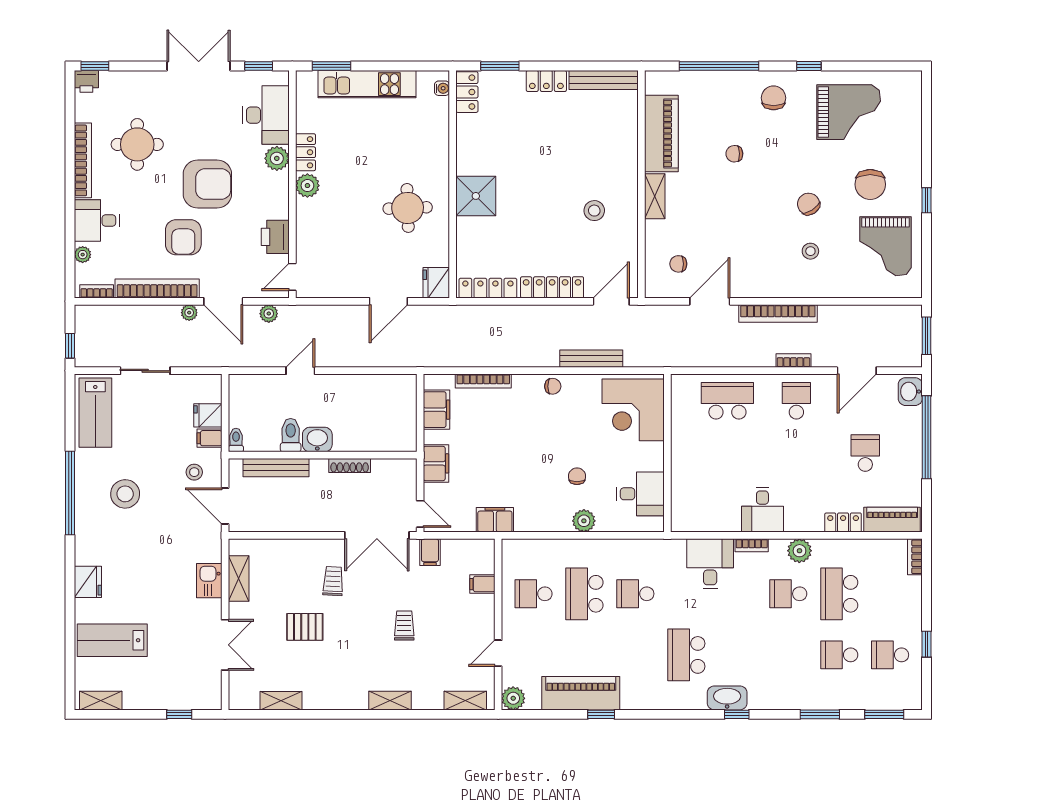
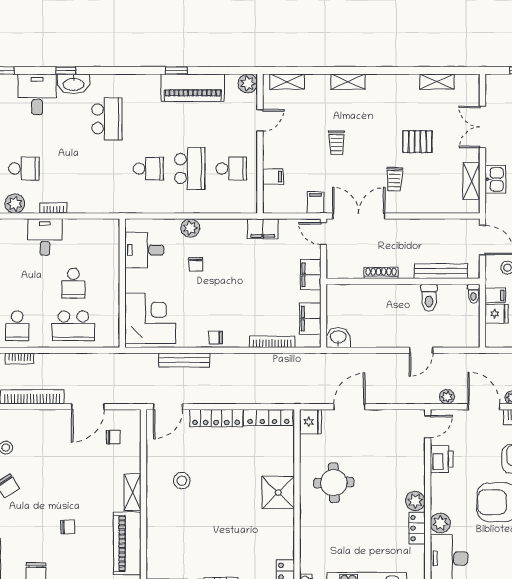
washbasin: (317, 440) -> (338, 337), moved, turned 180
school desk: (727, 453) -> (73, 283), added
desk: (710, 564) -> (37, 94), moved, turned 180

